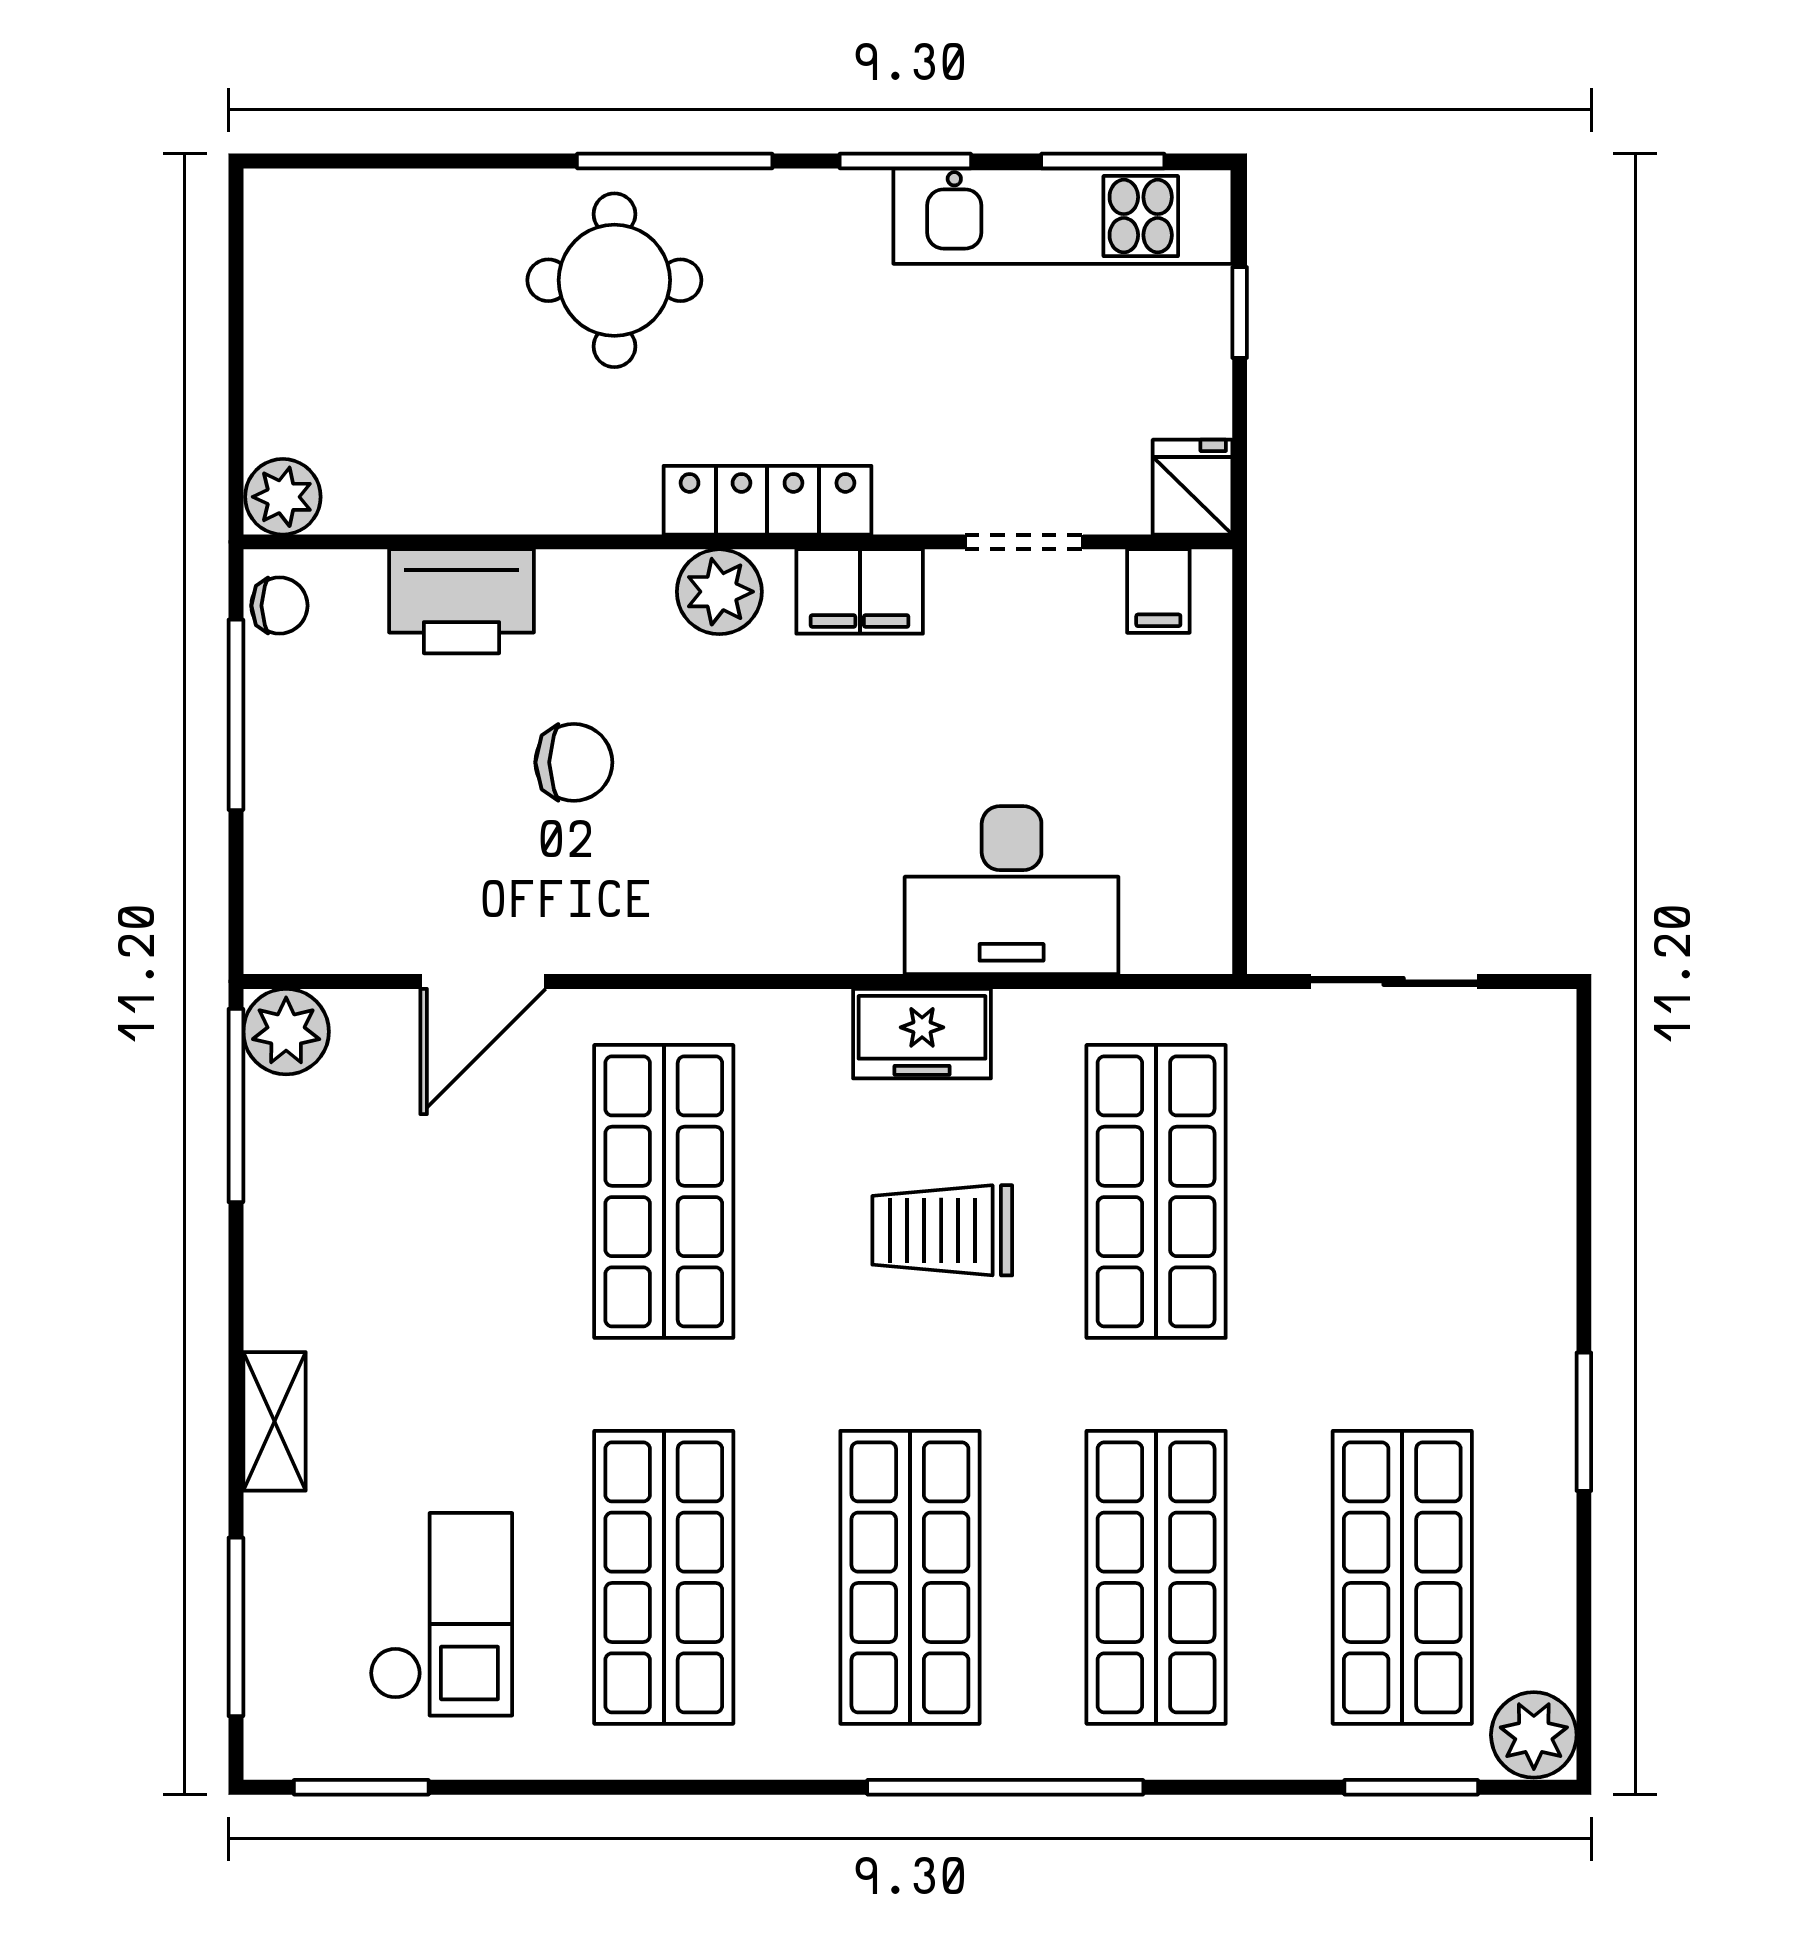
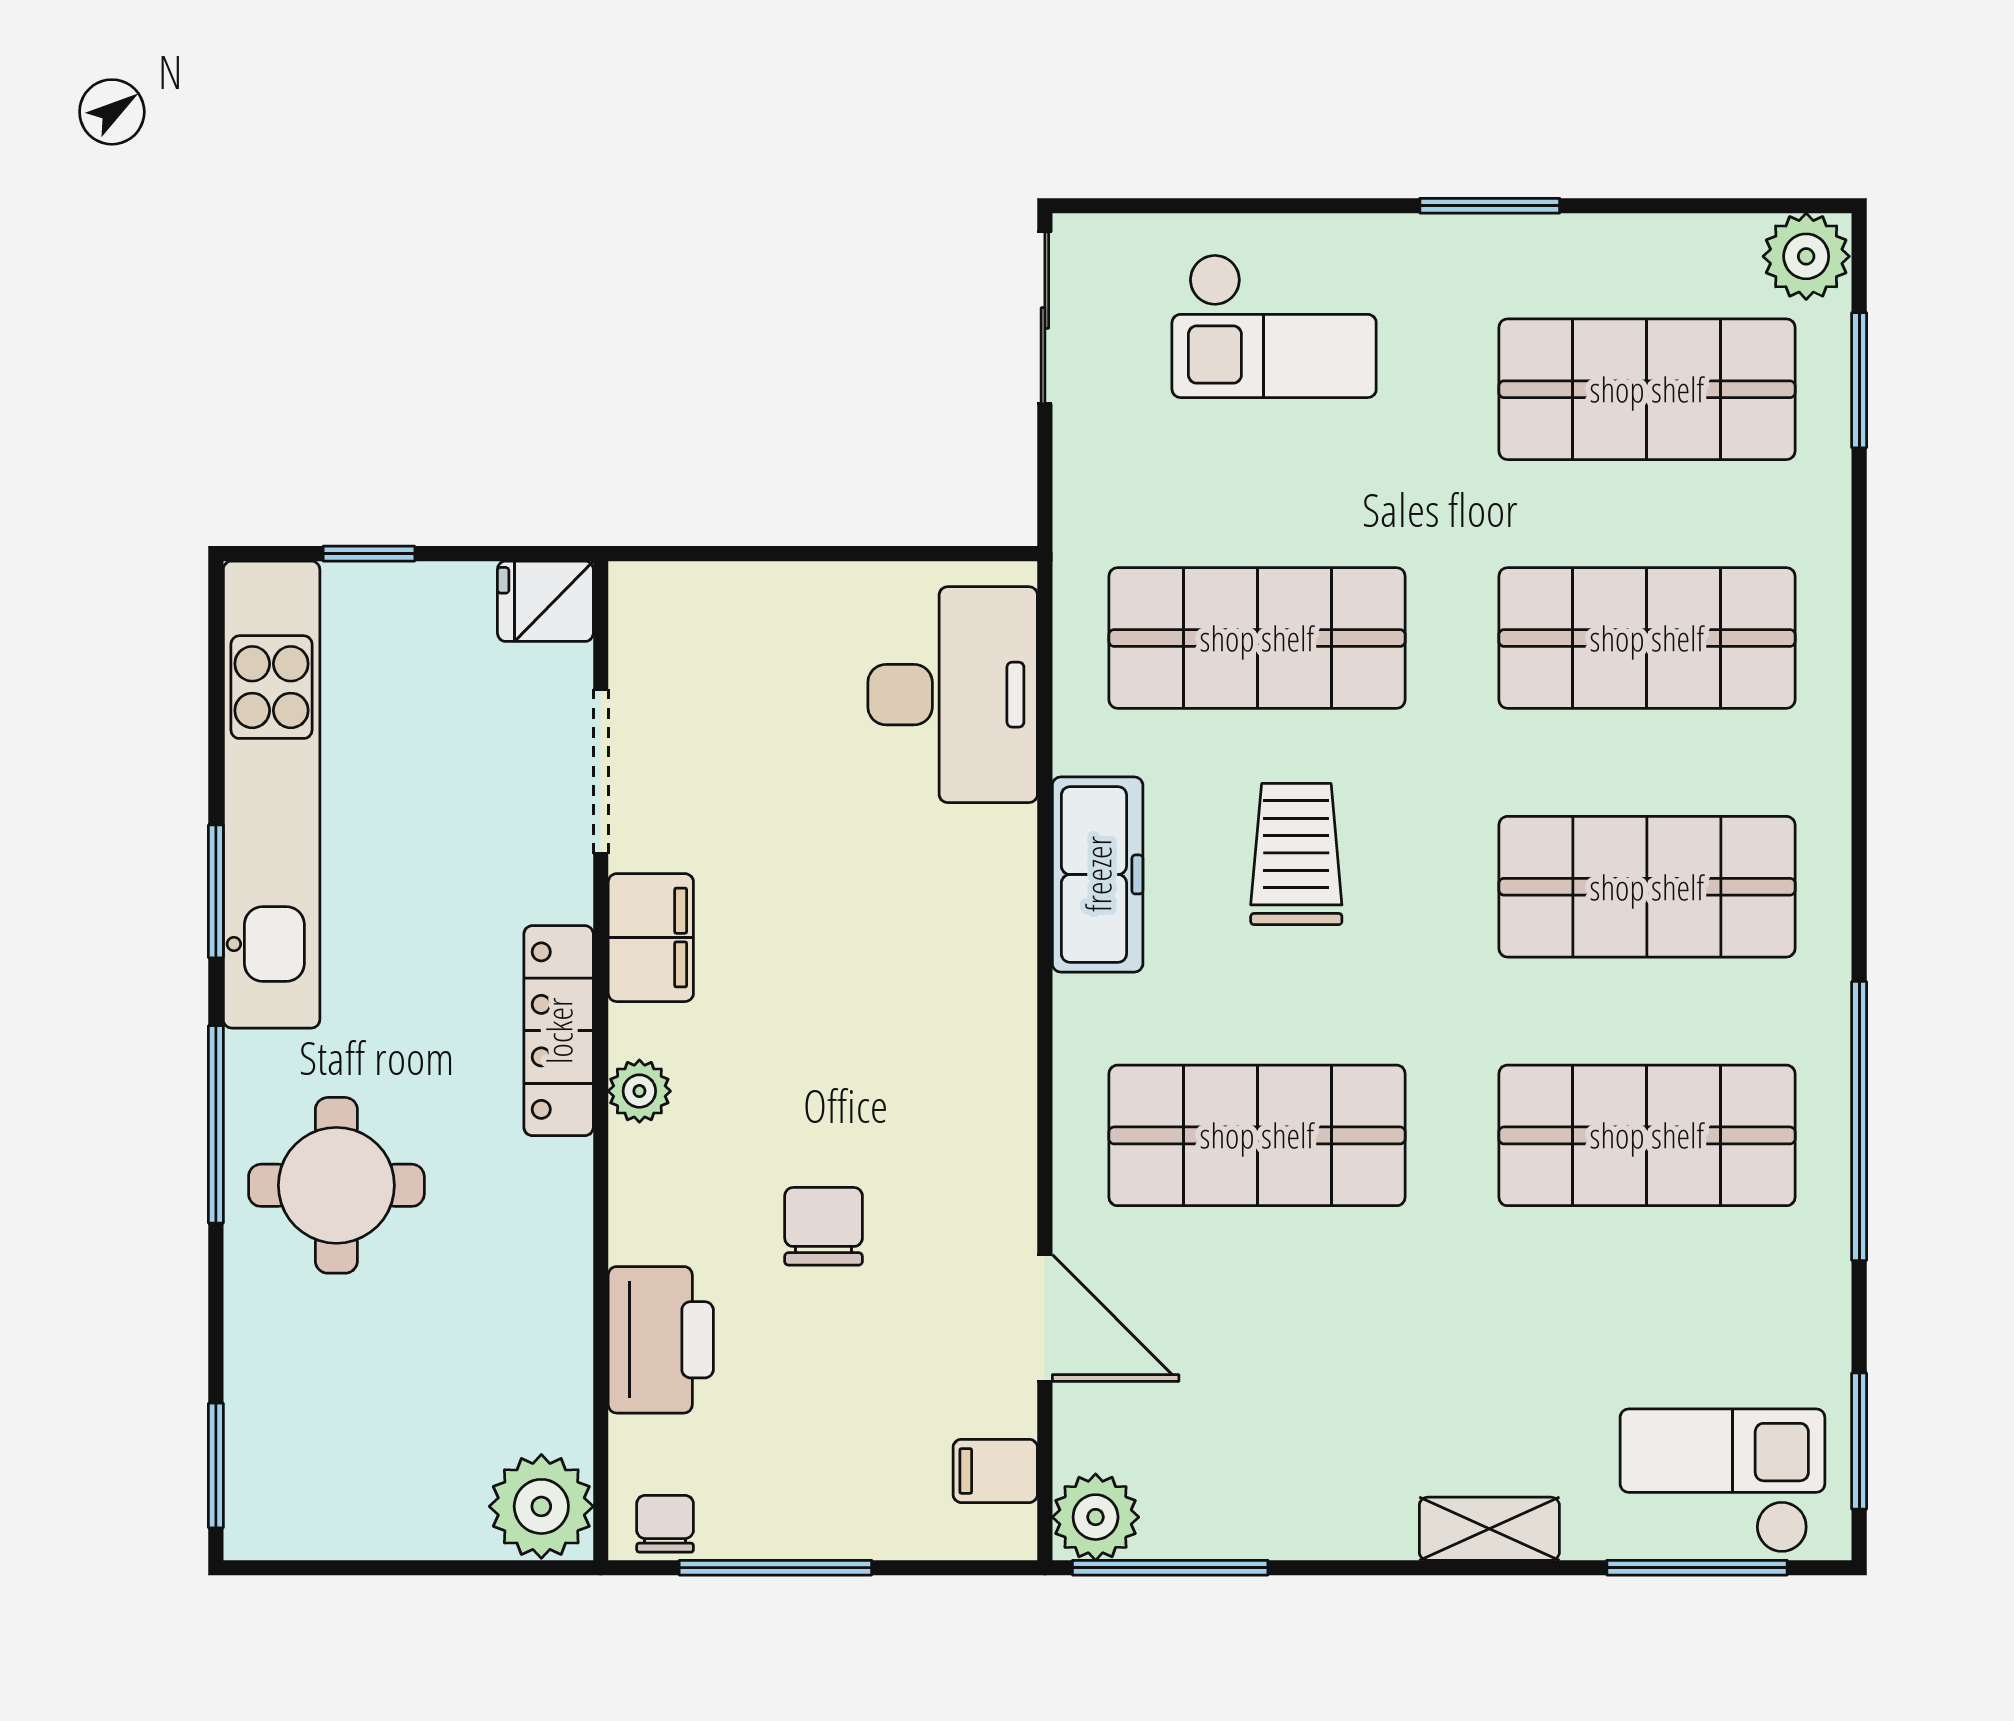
window: (1103, 161) -> (216, 1465), moved
kitchen unit: (1063, 216) -> (272, 795), width x1.36
plant: (283, 497) -> (541, 1506), width x1.36, depth x1.36
doorway: (1024, 542) -> (601, 771), width x1.38
filing cabinet: (1158, 591) -> (995, 1471), moved, turned 180
plant: (719, 592) -> (639, 1091), width x0.73, depth x0.73
desk: (1012, 890) -> (953, 695), moved
sliding door: (1394, 981) -> (1045, 318), moved
freezer: (922, 1034) -> (1098, 874), width x1.40
checkout: (1465, 1208) -> (1274, 326), added
trolley: (942, 1230) -> (1296, 854), turned 180
checkout: (441, 1614) -> (1722, 1481), moved
window: (1005, 1787) -> (1859, 1121), moved

